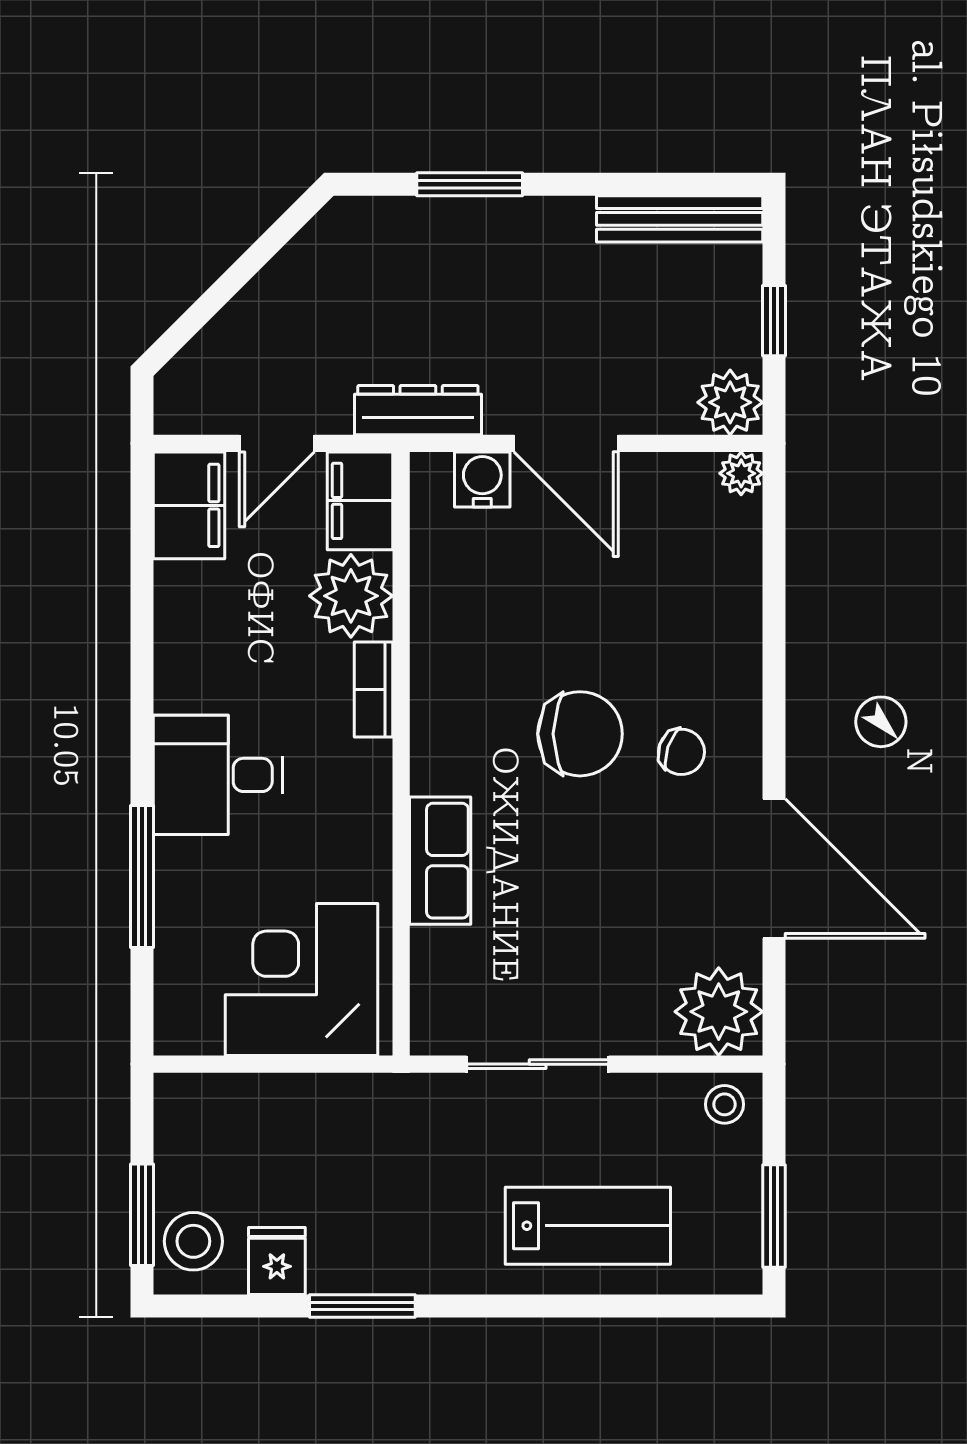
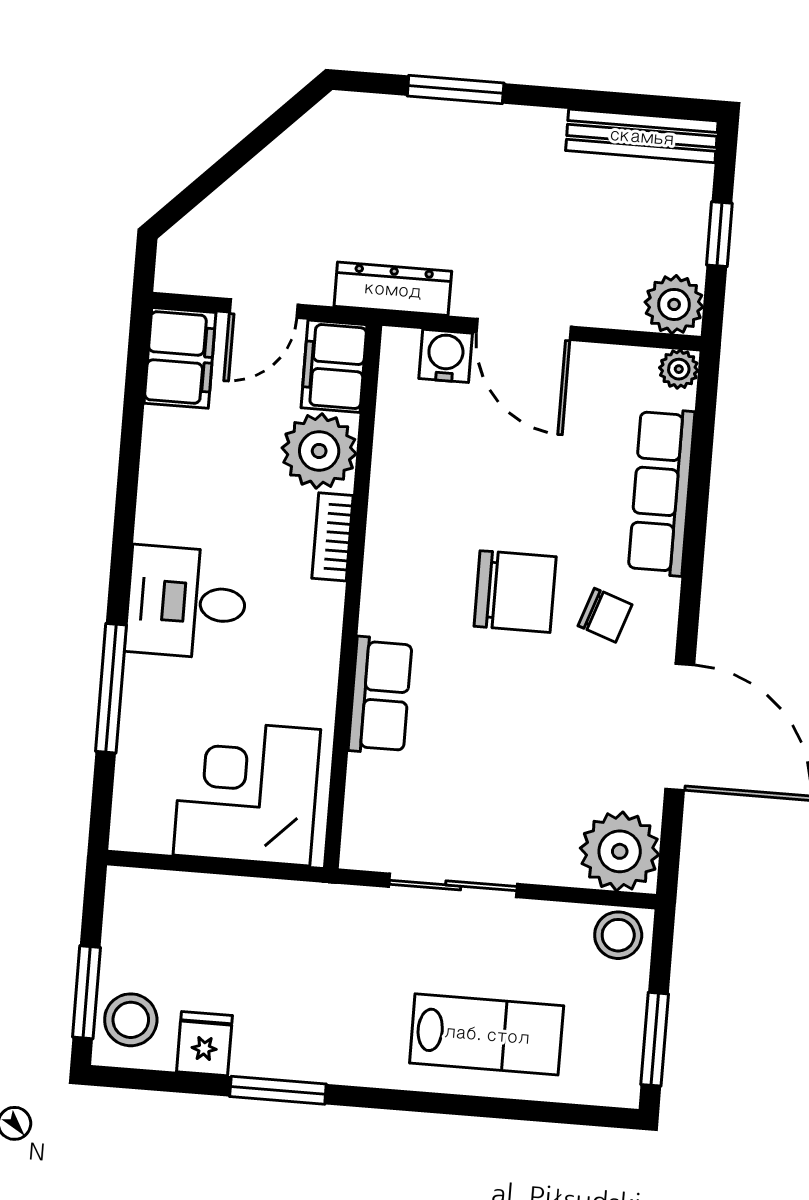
row of seats: (733, 611) -> (661, 492), added
stool: (725, 1104) -> (618, 935), width x1.37, depth x1.37

